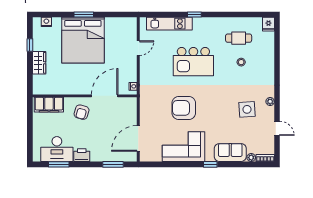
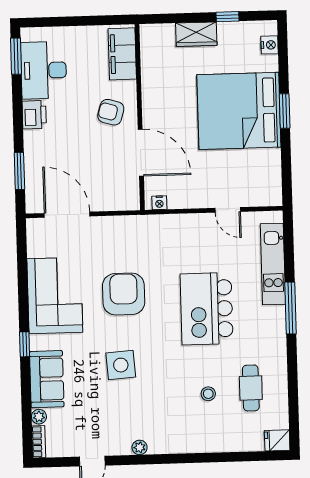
window: (194, 15) -> (291, 308), width x2.17
side table: (247, 109) -> (121, 365), moved
window: (59, 164) -> (16, 56), moved

